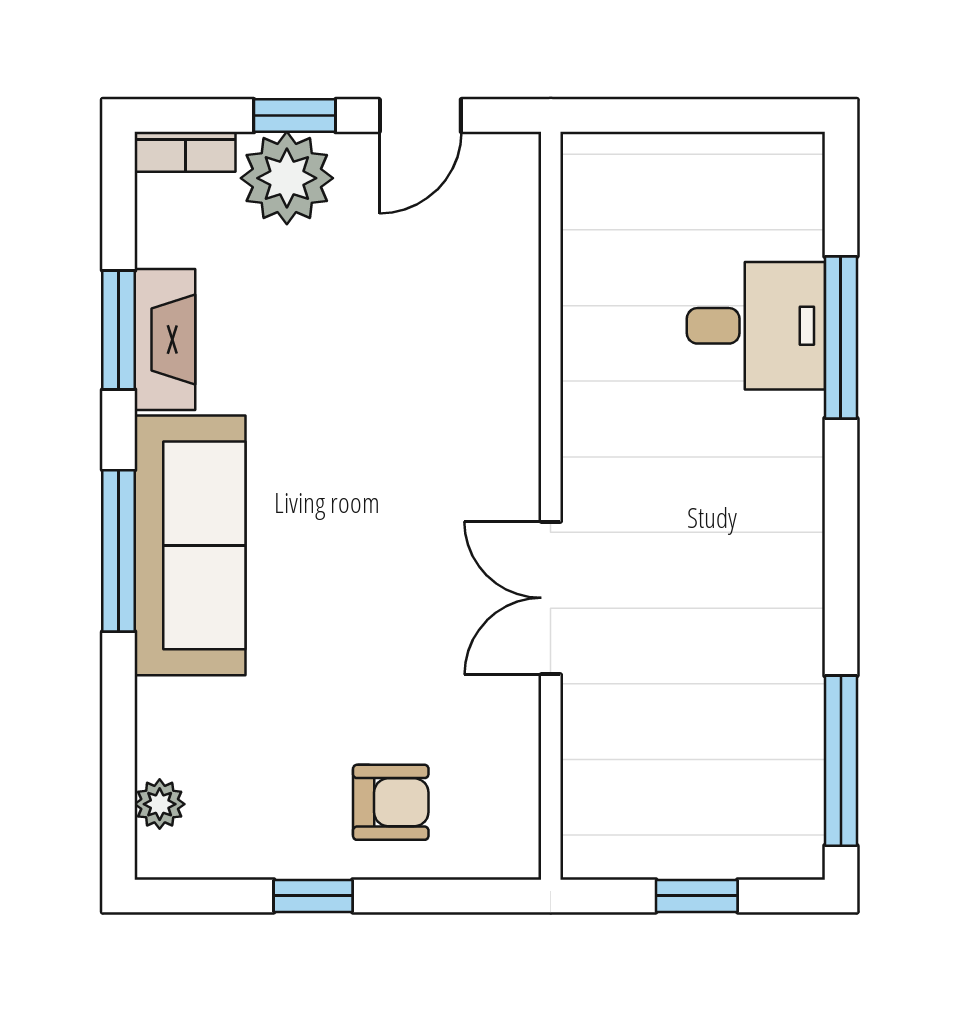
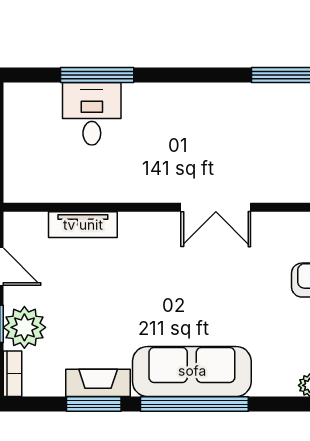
tv unit: (512, 306) -> (83, 225), added
window: (119, 551) -> (194, 404), width x1.46

